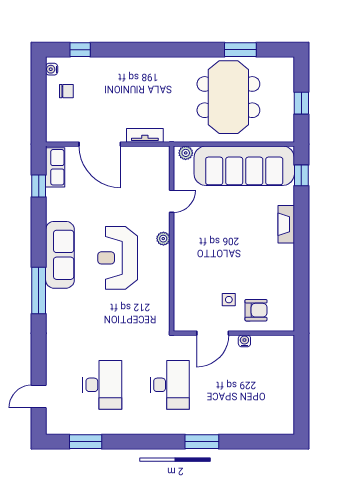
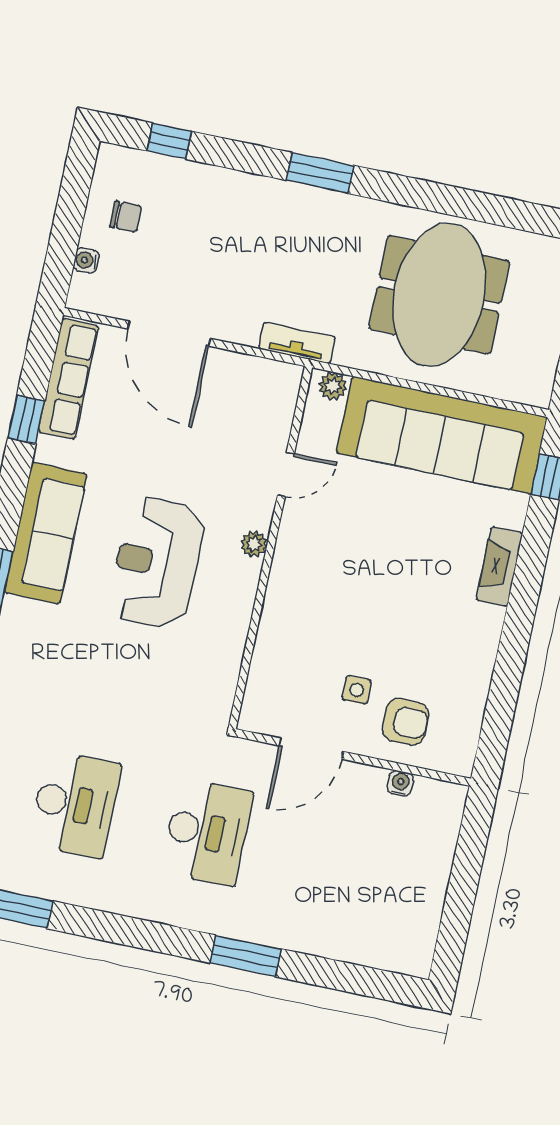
window: (240, 50) -> (320, 173), moved
water cooler: (52, 69) -> (86, 260), moved
tv unit: (145, 135) -> (297, 343), moved
row of seats: (55, 167) -> (68, 379), width x1.48
window: (39, 186) -> (26, 419), moved
water cooler: (244, 341) -> (400, 783), moved

